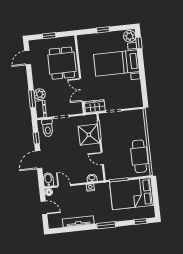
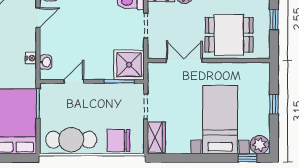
wardrobe: (95, 106) -> (156, 137), moved
chair: (137, 126) -> (118, 141), added
shower: (89, 135) -> (129, 65), moved

